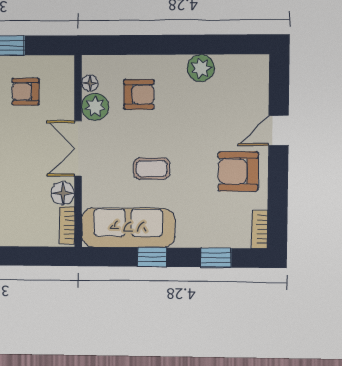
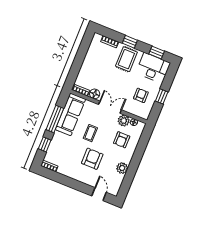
door: (279, 131) -> (99, 194), moved
armchair: (238, 171) -> (92, 159), moved
window: (152, 257) -> (55, 119), width x2.17

